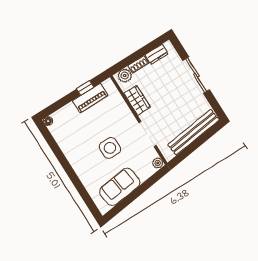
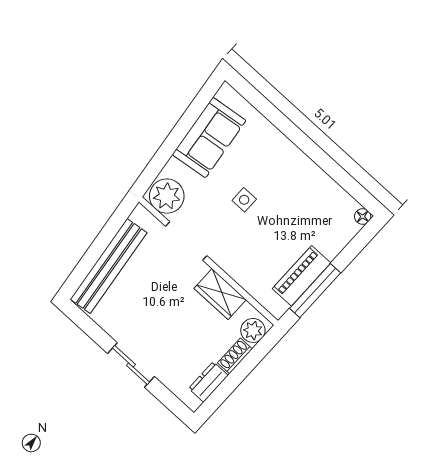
sliding door: (196, 75) -> (131, 365), width x0.73
window: (85, 88) -> (315, 291), width x2.17
side table: (110, 148) -> (244, 200), width x0.54, depth x0.54
plant: (158, 163) -> (167, 196), width x1.87, depth x1.87

